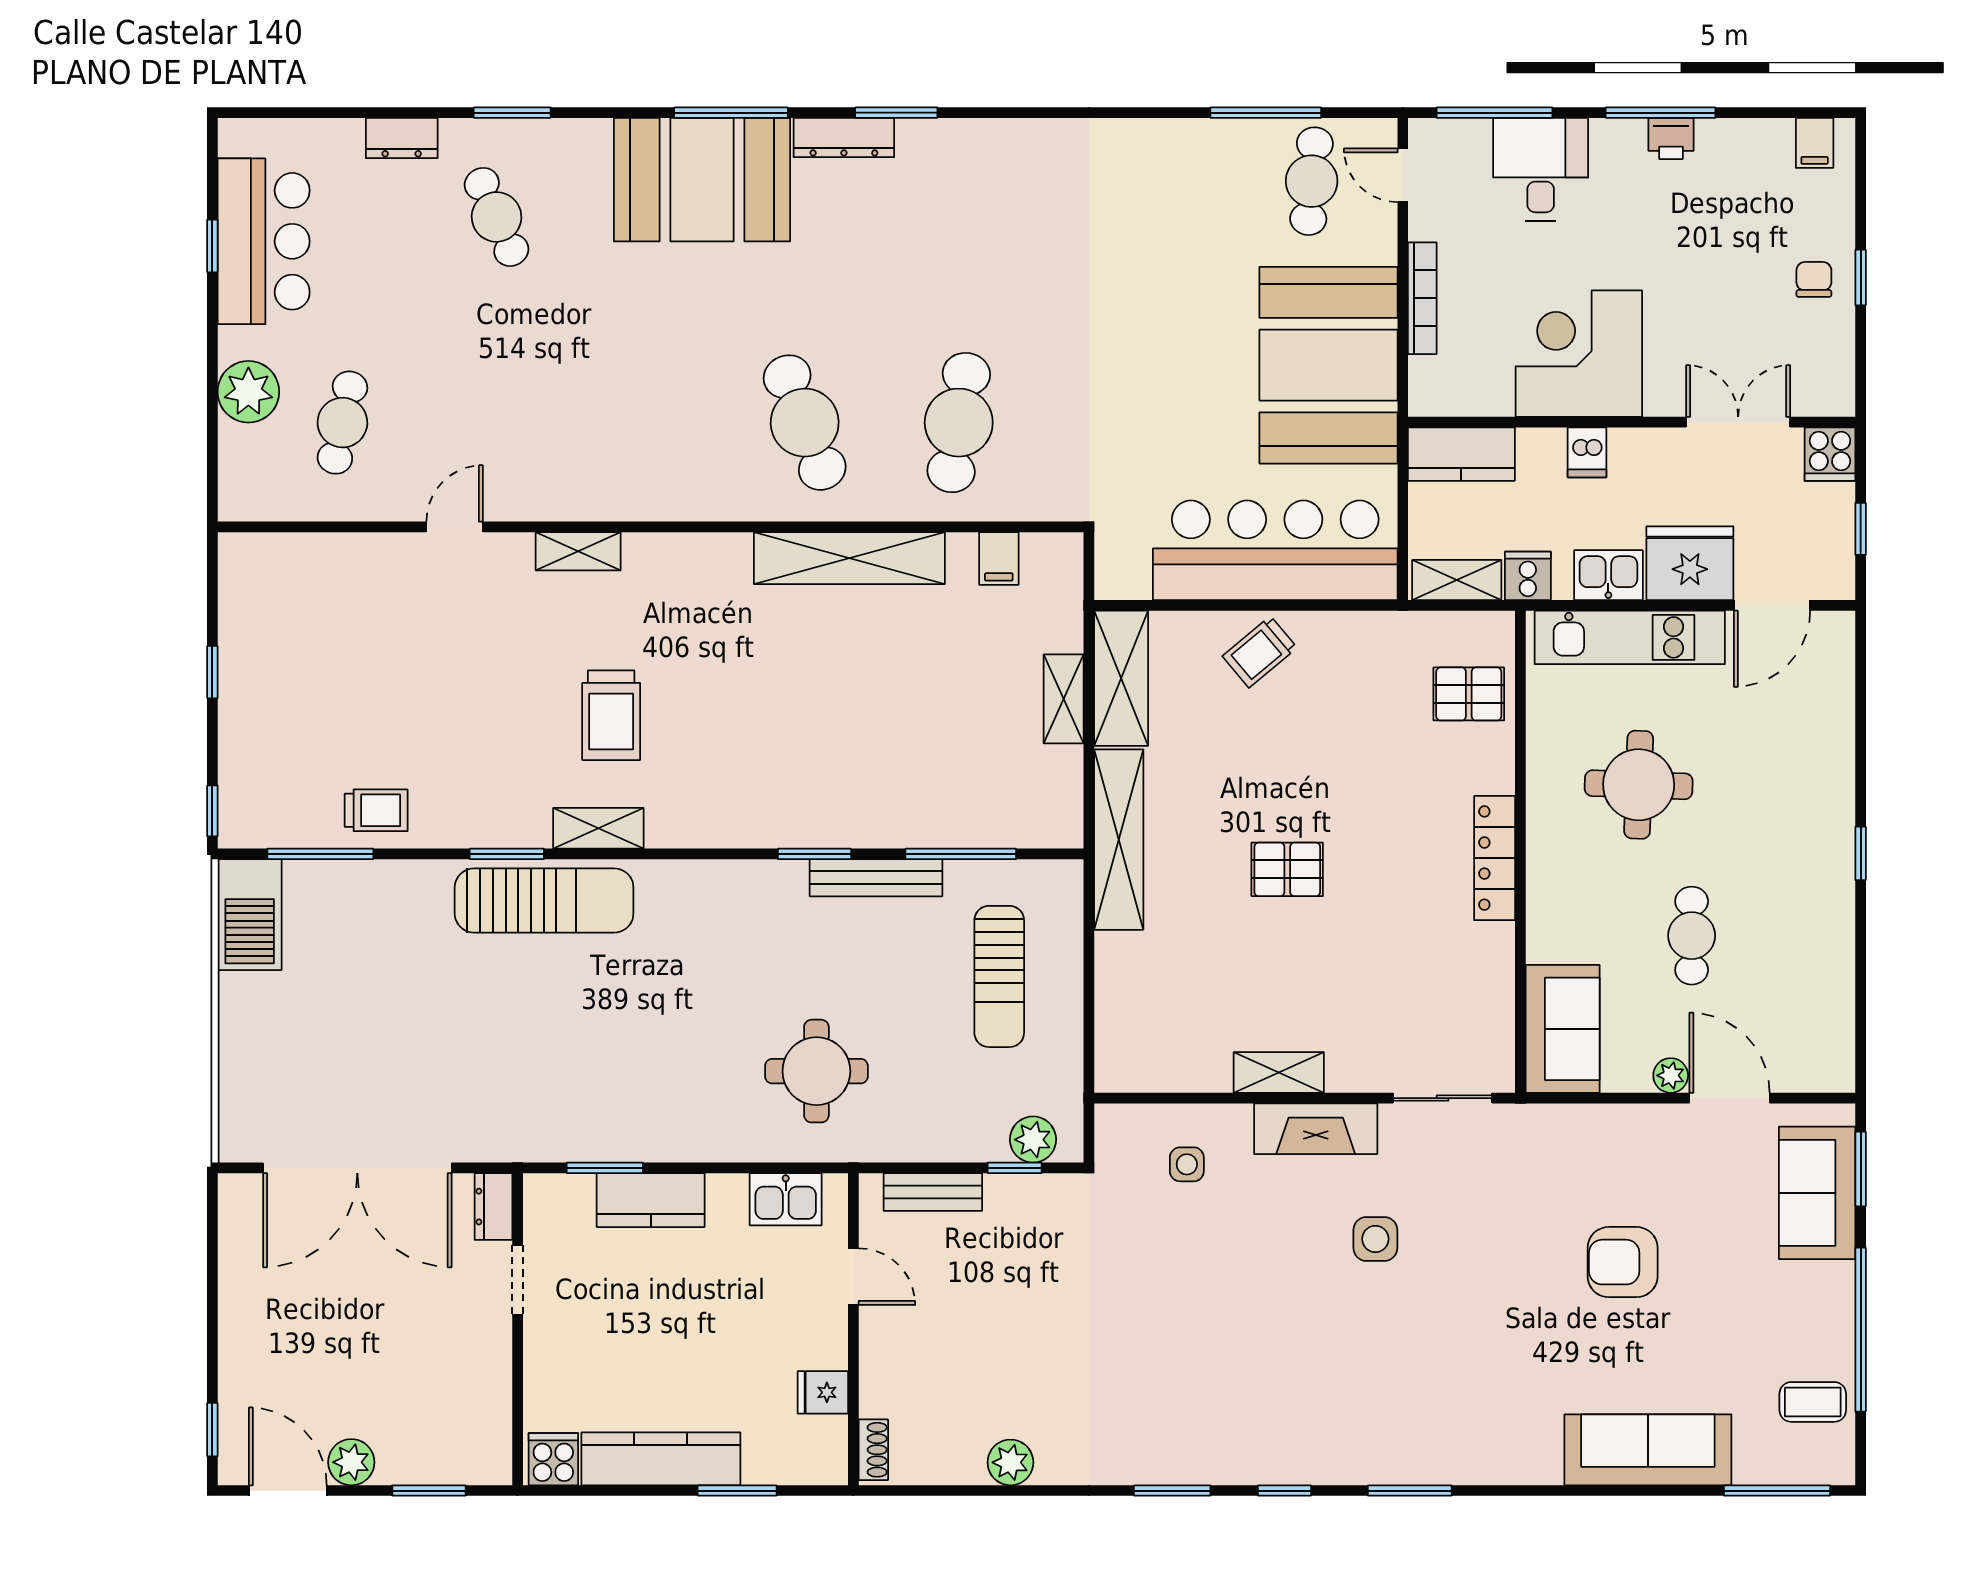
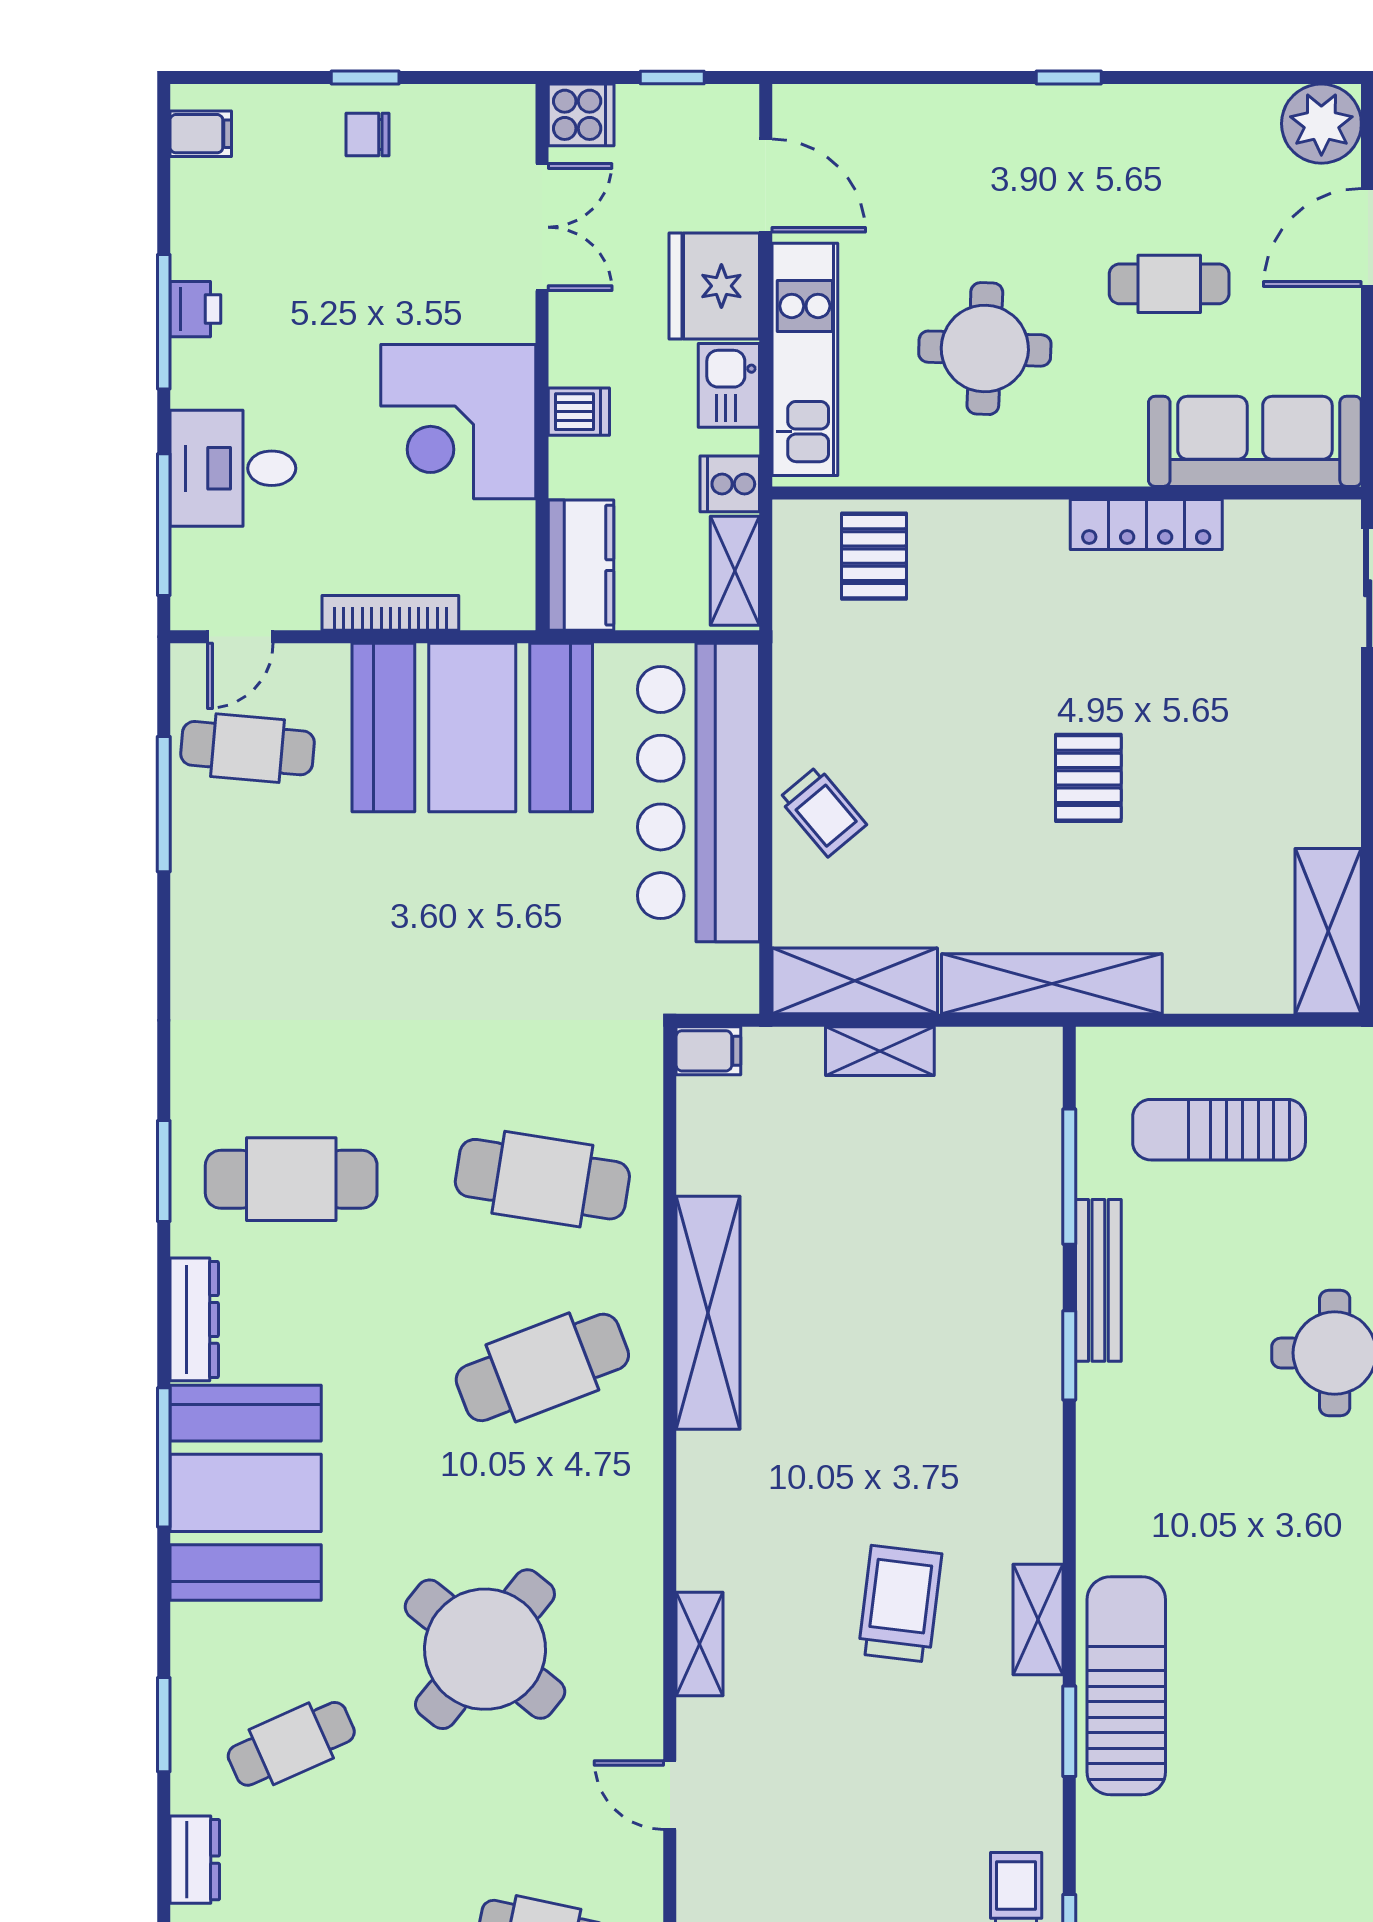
window: (896, 113) -> (164, 1171), moved
cafe table: (959, 217) -> (291, 1179), added
round table: (574, 376) -> (485, 1649), added
double door: (1738, 422) -> (542, 227), swing flipped
filing cabinet: (999, 558) -> (708, 1051), moved
trolley: (611, 715) -> (900, 1604), turned -83
locker: (1495, 858) -> (1146, 524), moved
sun lounger: (999, 976) -> (1219, 1130), turned 180
sofa: (1563, 1029) -> (1255, 441), width x1.36
shelving: (1279, 1073) -> (1328, 931), moved, width x1.50, depth x1.33
plant: (1671, 1075) -> (1321, 124), moved, width x1.87, depth x1.87

